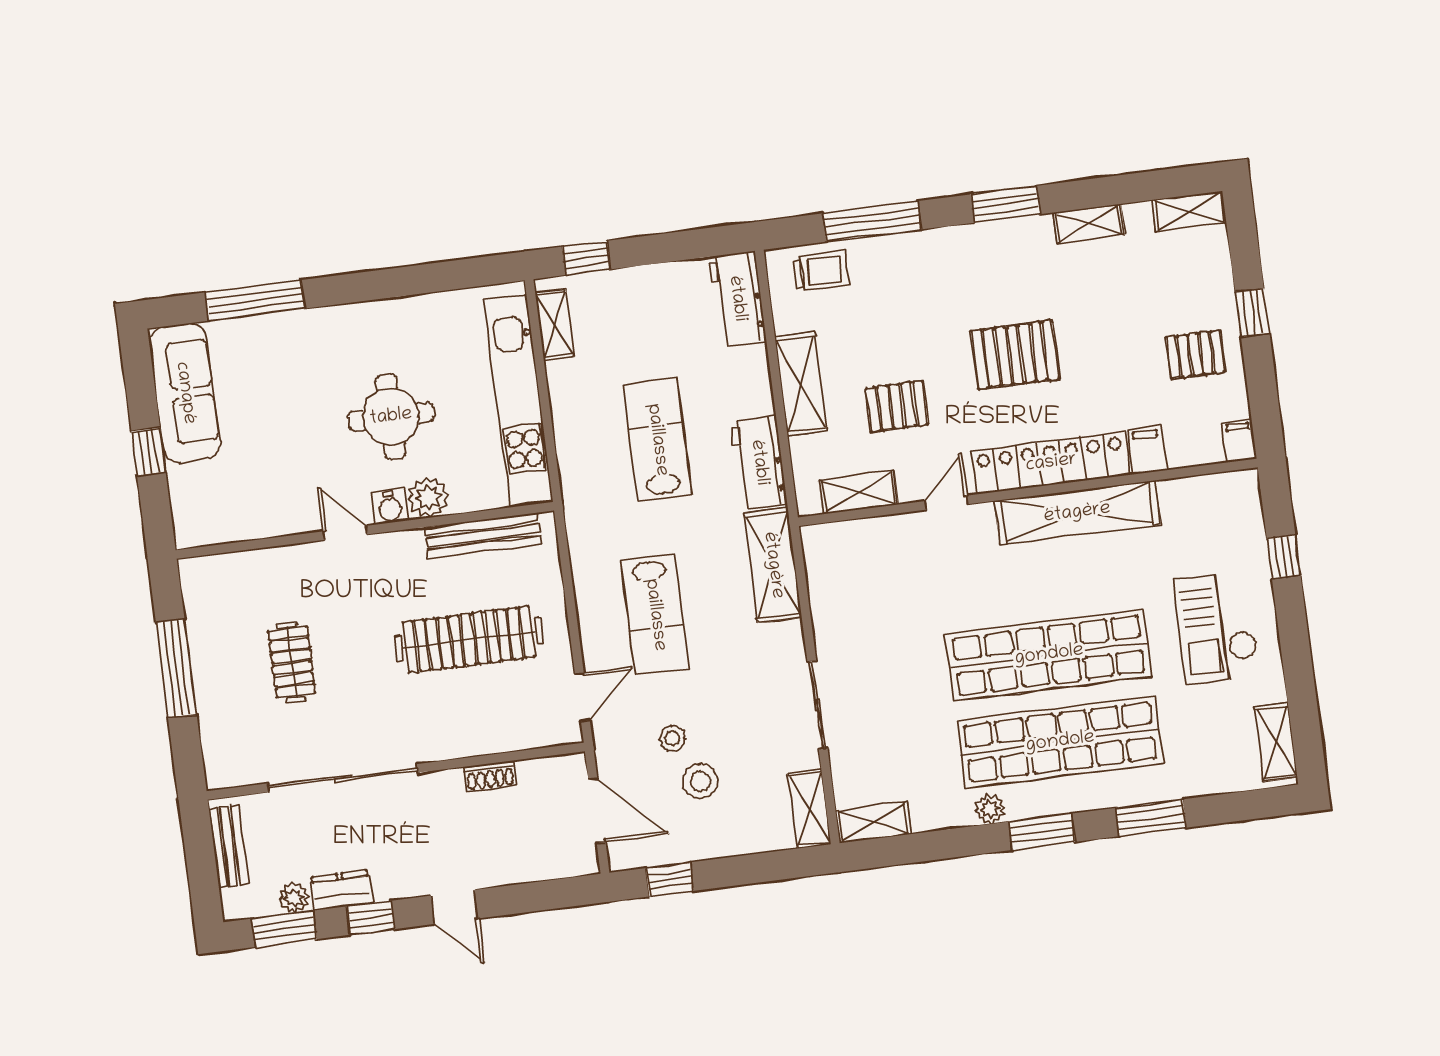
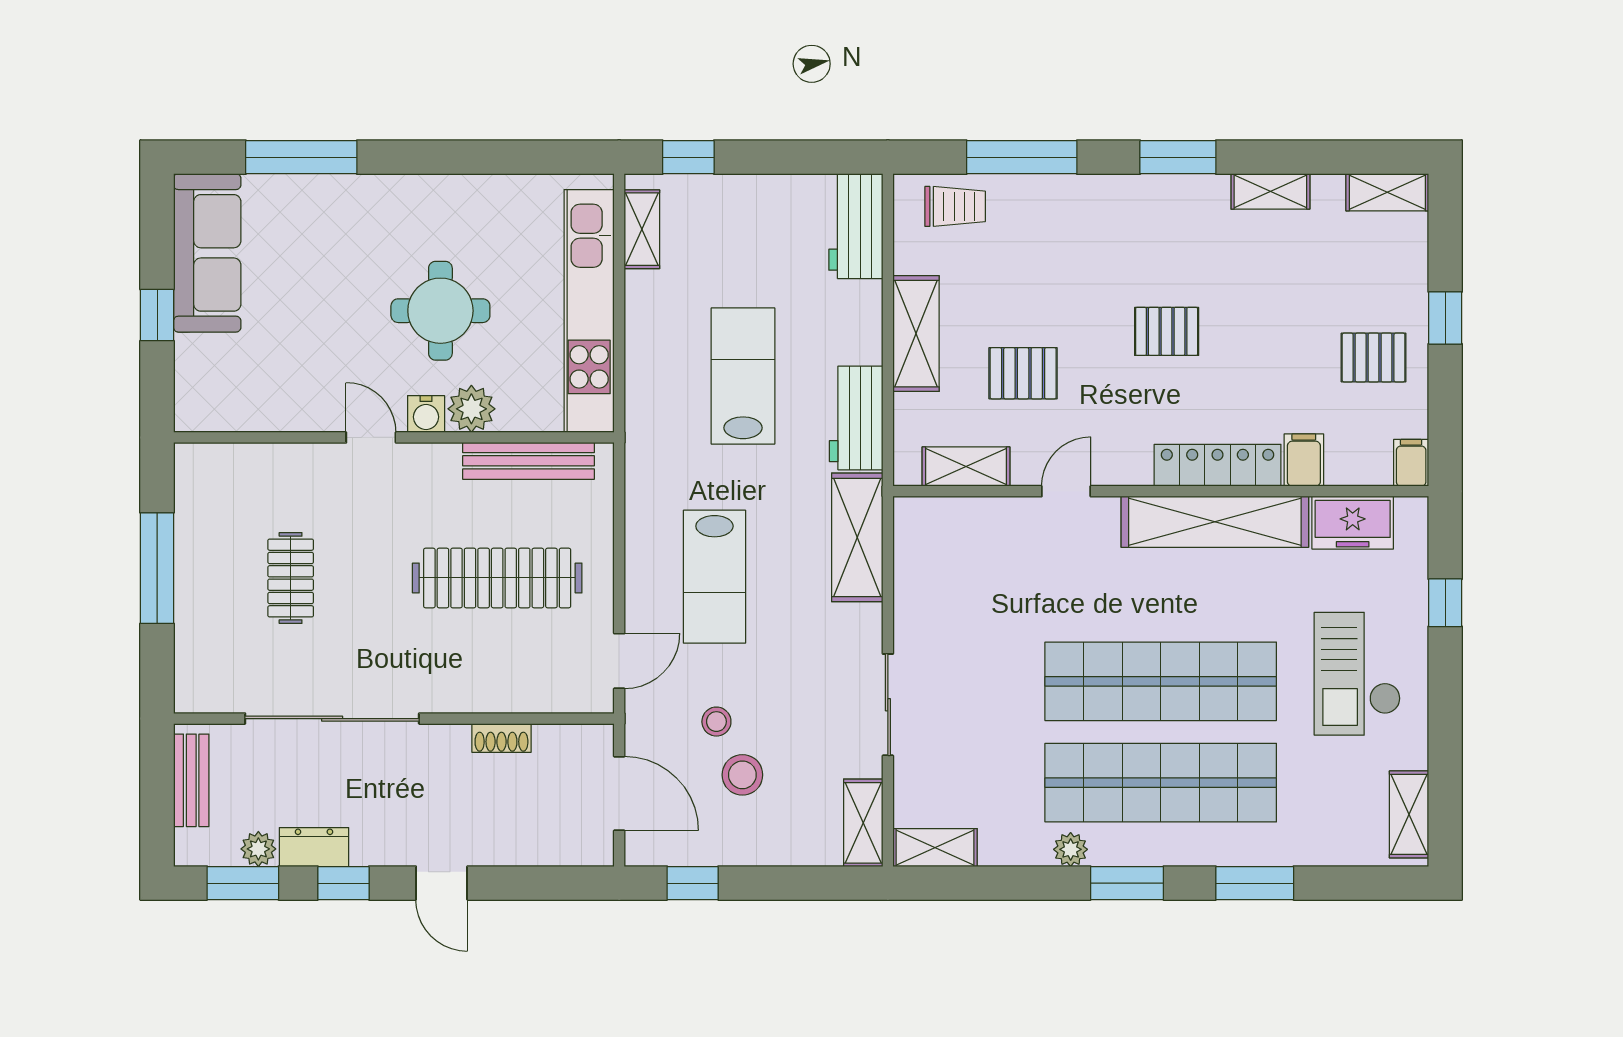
pallet: (1015, 355) -> (1167, 331), width x0.67, depth x0.71
locker: (1051, 463) -> (1218, 465), width x0.71, depth x0.83
freezer: (1196, 498) -> (1353, 523), added

